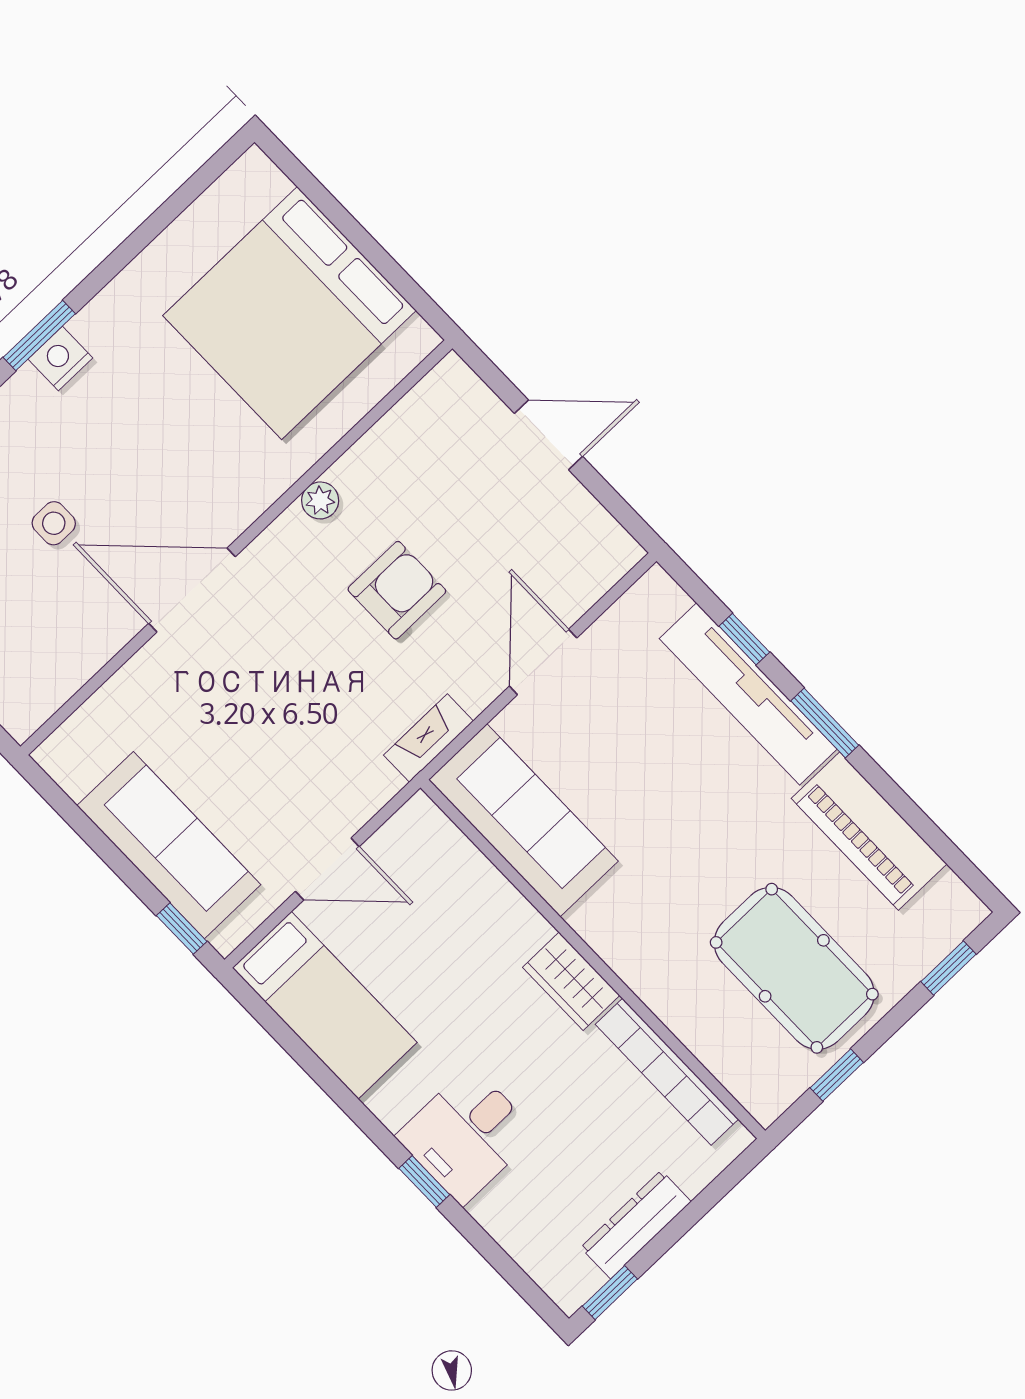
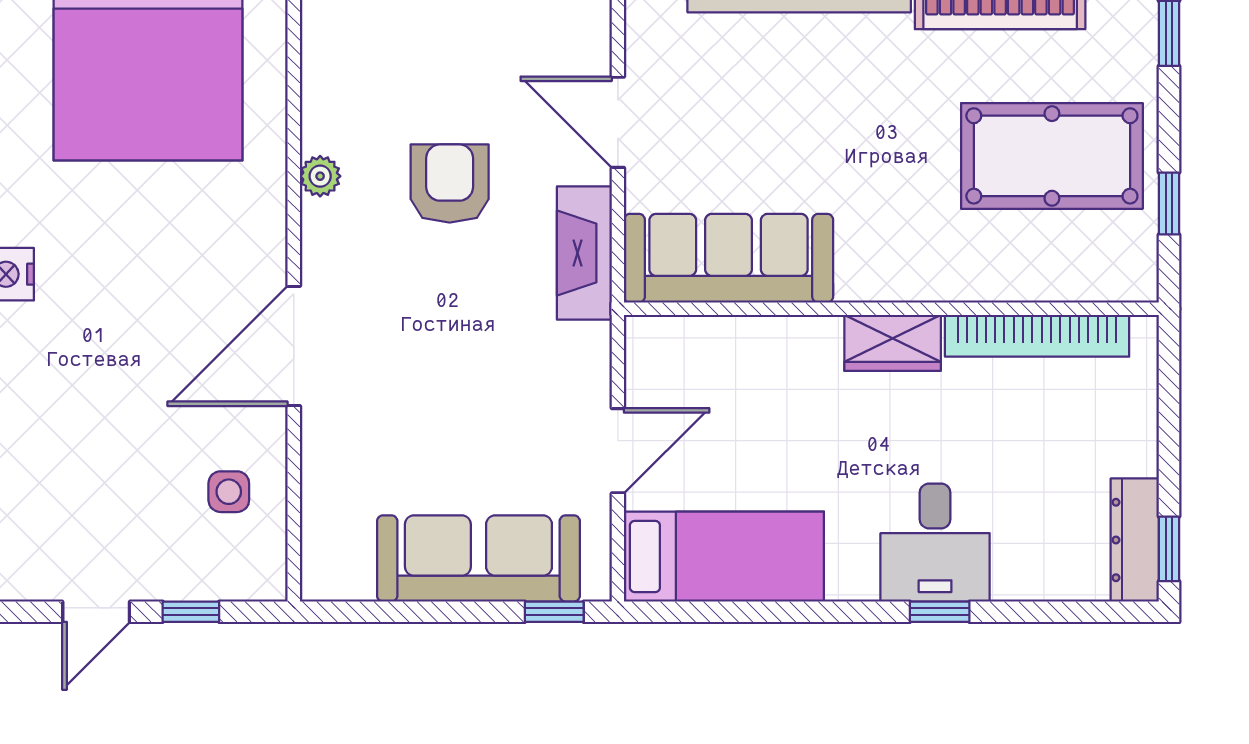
side table: (54, 523) -> (229, 492), moved
fireplace: (428, 738) -> (584, 253), width x1.37, depth x1.32
dresser: (636, 1225) -> (1135, 540), moved

